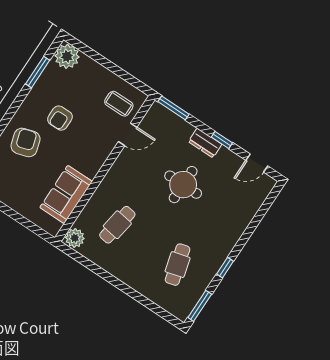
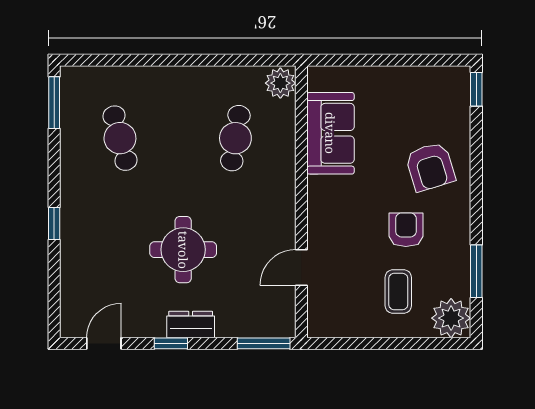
coffee table: (119, 104) -> (398, 292), moved, turned 90
window: (225, 268) -> (54, 223), moved

